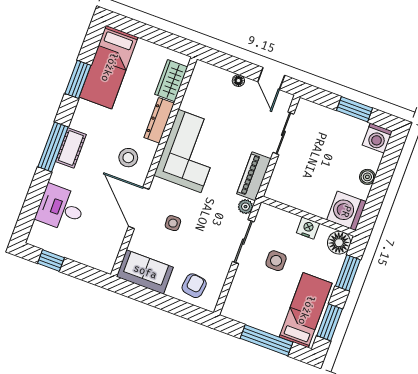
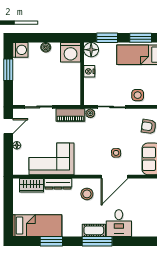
corner sofa: (189, 151) -> (52, 159), moved
desk: (61, 208) -> (119, 223), moved
side table: (276, 261) -> (138, 95), moved

